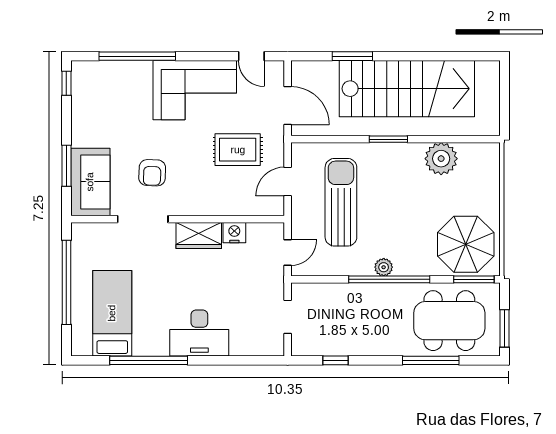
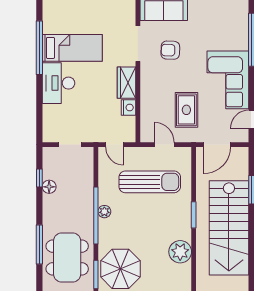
bed: (112, 313) -> (72, 48), moved
floor lamp: (348, 346) -> (49, 187), added

